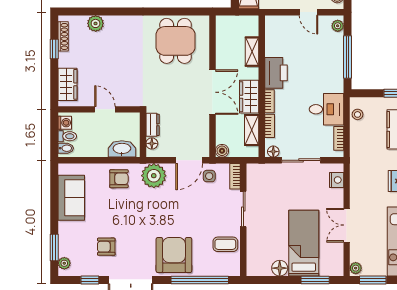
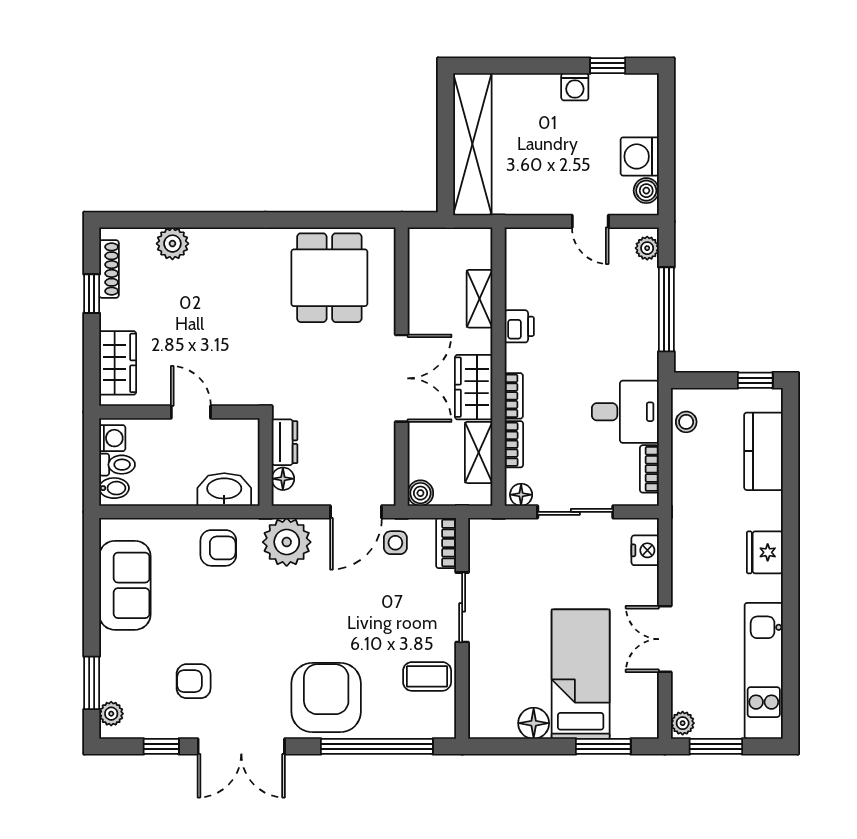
printer: (276, 73) -> (519, 326), width x0.53, depth x0.68

